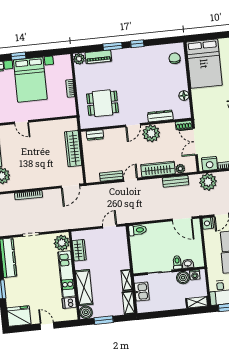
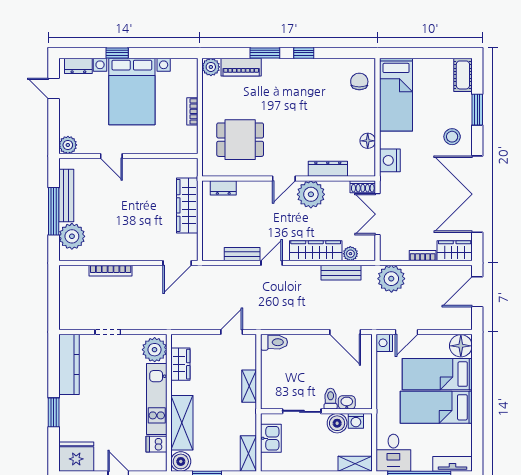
bed: (204, 64) -> (396, 95), width x0.67
nightstand: (210, 164) -> (390, 160), moved, turned 90
shelving: (127, 280) -> (249, 386), moved

